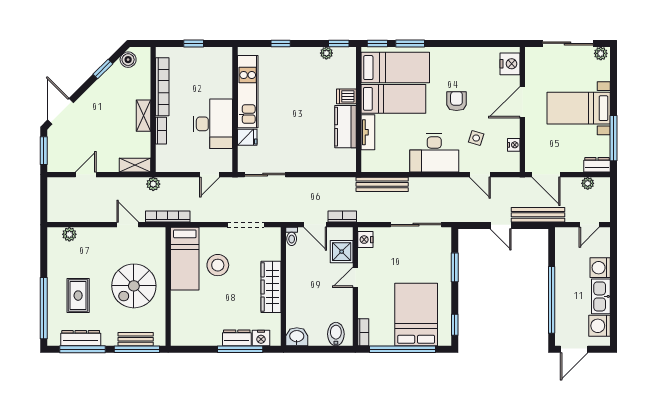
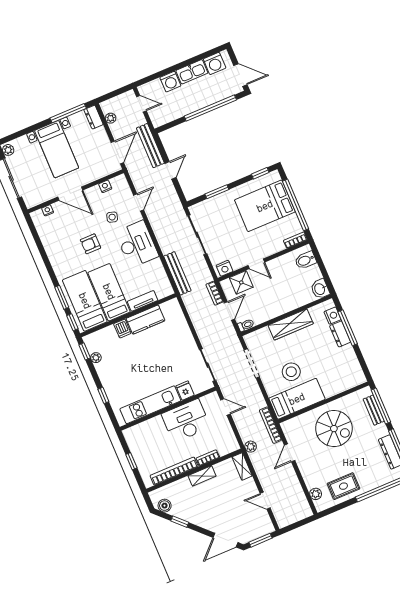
nightstand: (510, 64) -> (48, 210), width x0.53, depth x0.56
rug: (78, 296) -> (343, 486), moved

